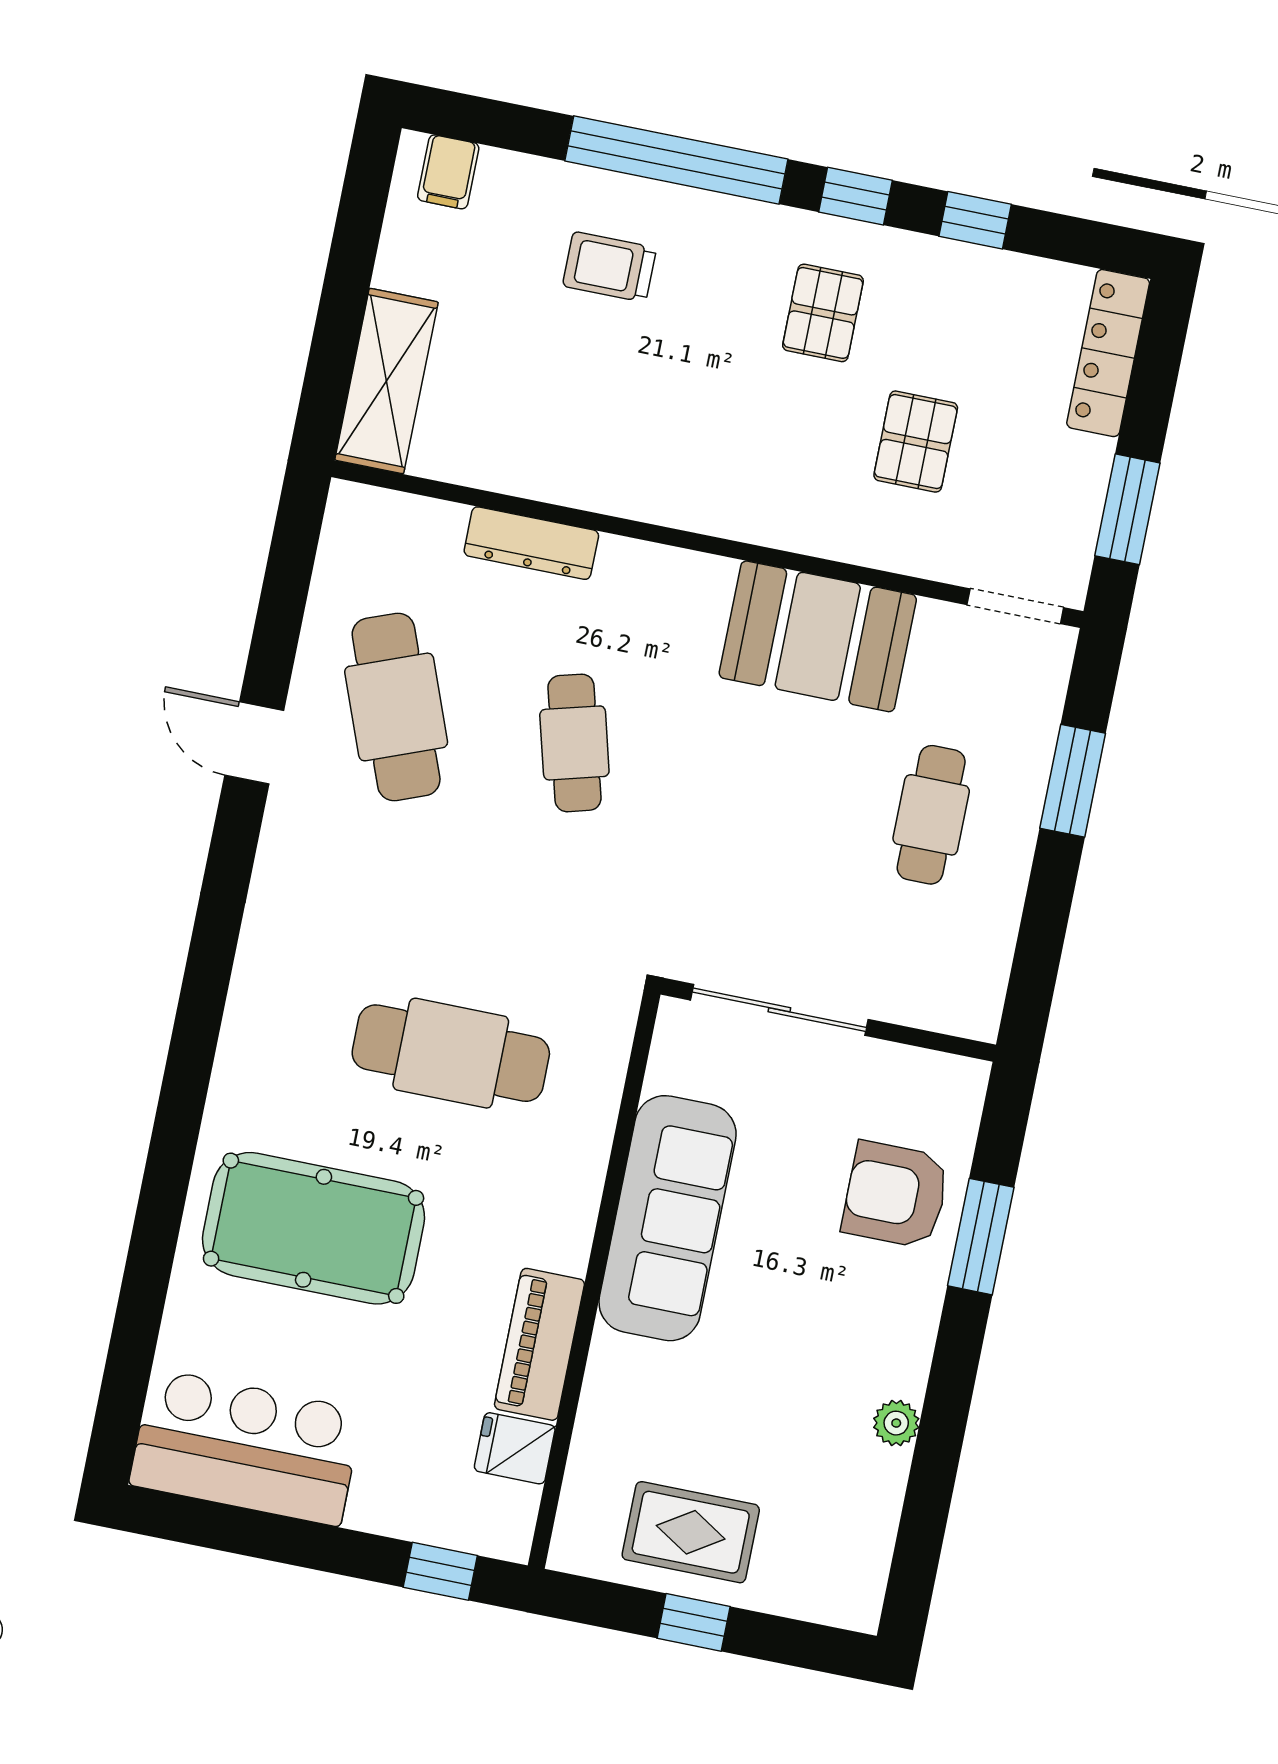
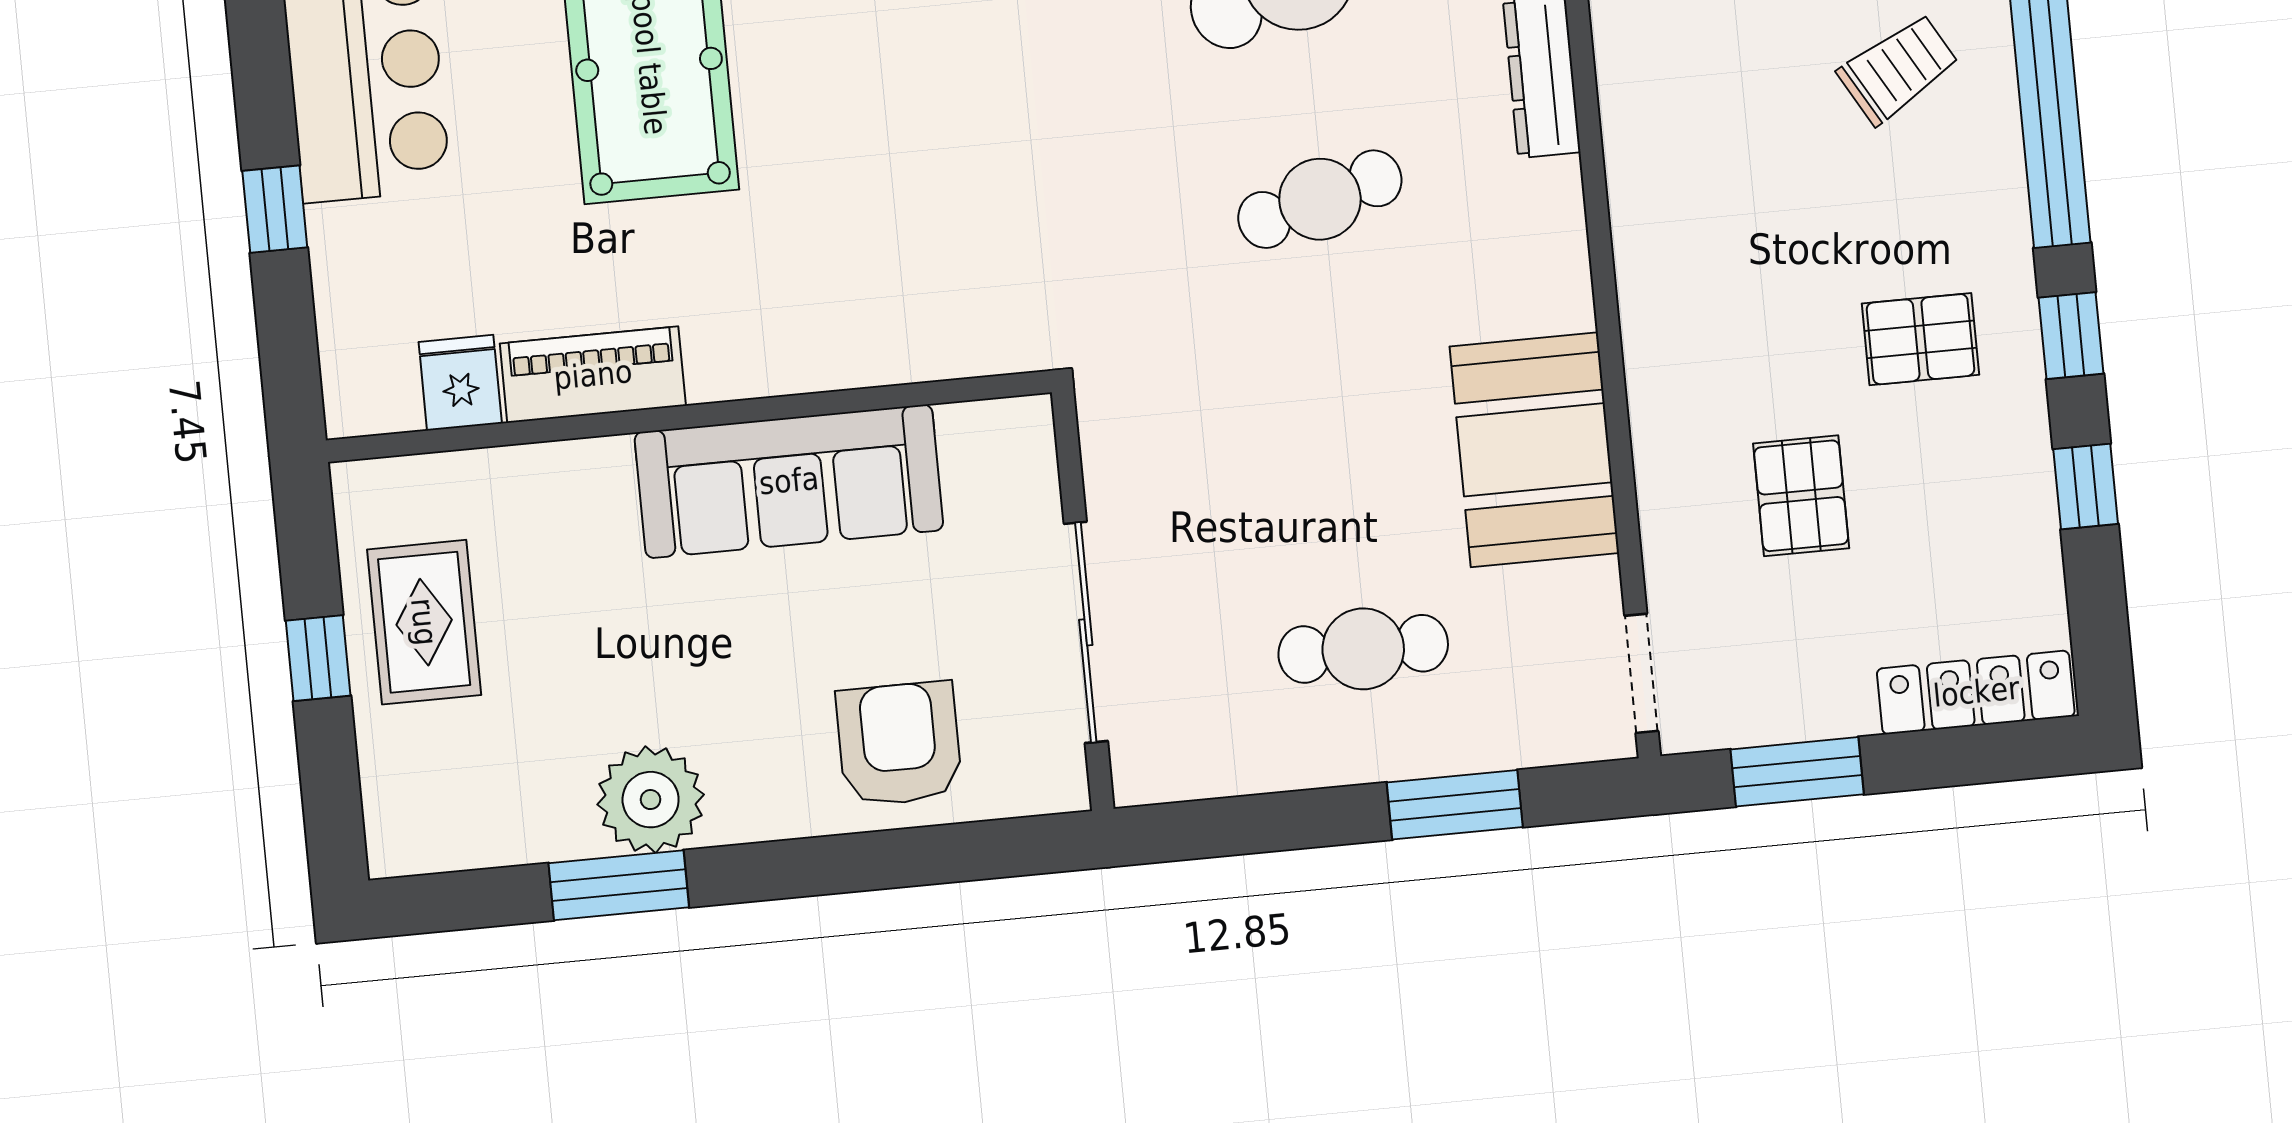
trolley: (609, 267) -> (1898, 69), turned 60
pallet: (916, 442) -> (1801, 496), turned 90
sliding door: (779, 1010) -> (1086, 632), moved
cafe table: (451, 1053) -> (907, 164), removed
window: (981, 1237) -> (619, 885), moved
plant: (896, 1423) -> (651, 800), width x1.88, depth x1.88
window: (440, 1571) -> (275, 209), moved

